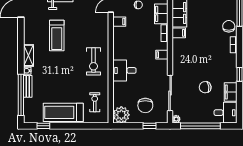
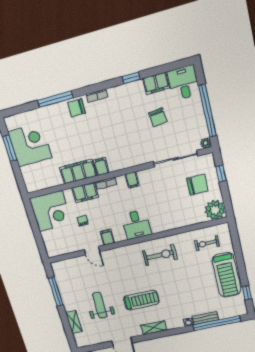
shelving: (28, 55) -> (154, 328), moved
desk: (124, 70) -> (137, 224), moved

